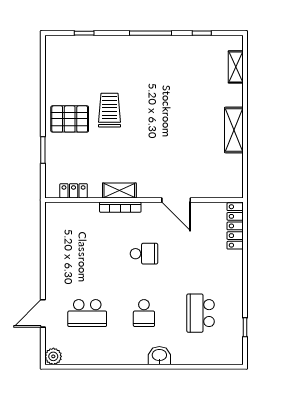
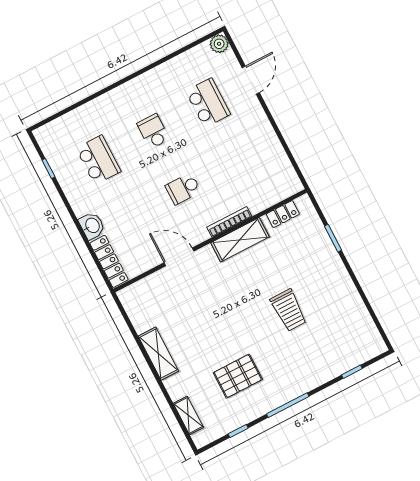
pallet: (70, 119) -> (238, 376), moved
shelving: (119, 191) -> (240, 240), width x1.50, depth x1.33
school desk: (87, 313) -> (208, 103), turned 90
washbasin: (159, 356) -> (92, 226), moved, turned -90

